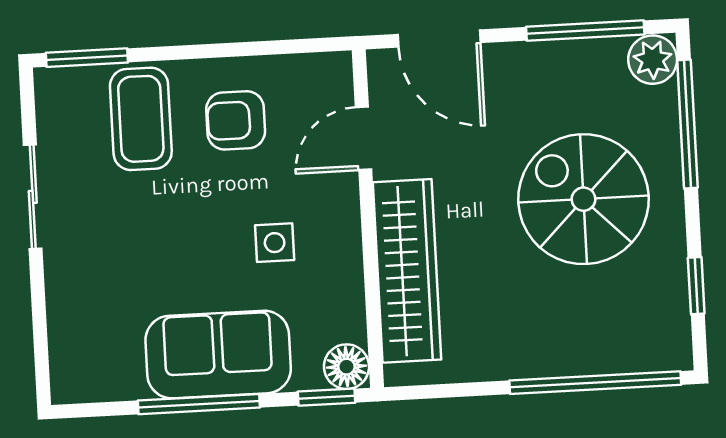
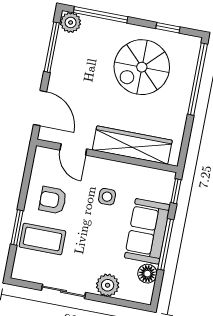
door: (439, 39) -> (40, 108), hinge flipped
window: (87, 58) -> (17, 227), moved
armchair: (236, 120) -> (53, 200), turned 90
spiral stairs: (583, 199) -> (142, 67), moved
plant: (72, 294) -> (108, 285), added
floor lamp: (346, 367) -> (147, 274), moved

